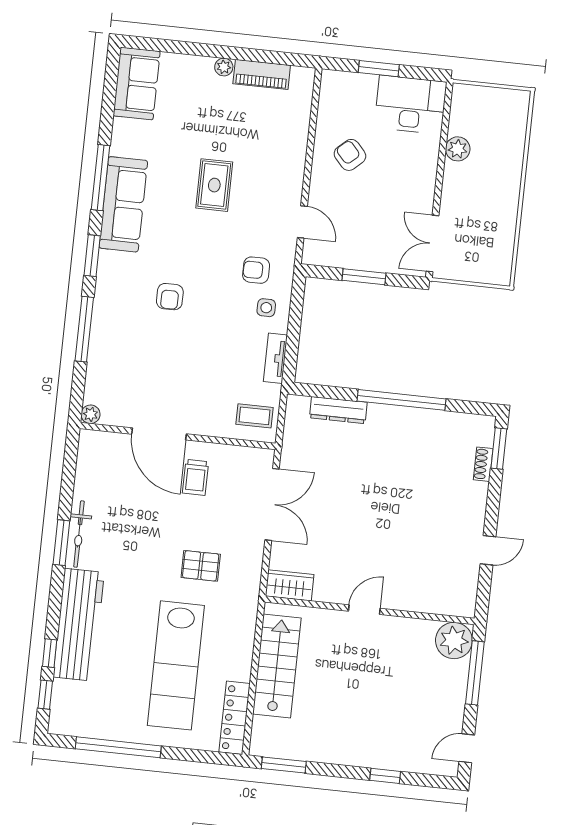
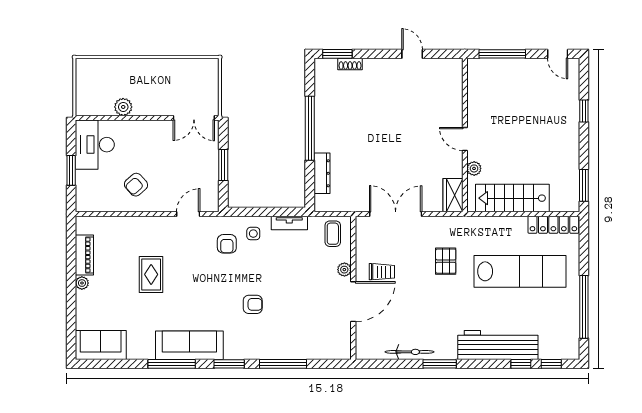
rug: (214, 185) -> (151, 274), moved, turned 90
plant: (91, 414) -> (344, 270), moved
bicycle: (79, 534) -> (410, 352), moved
plant: (454, 640) -> (474, 168), moved, width x0.53, depth x0.53

